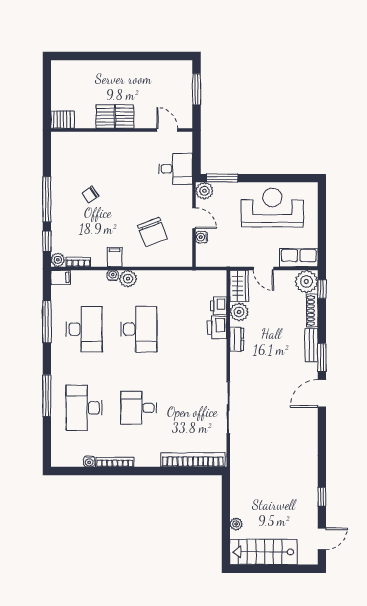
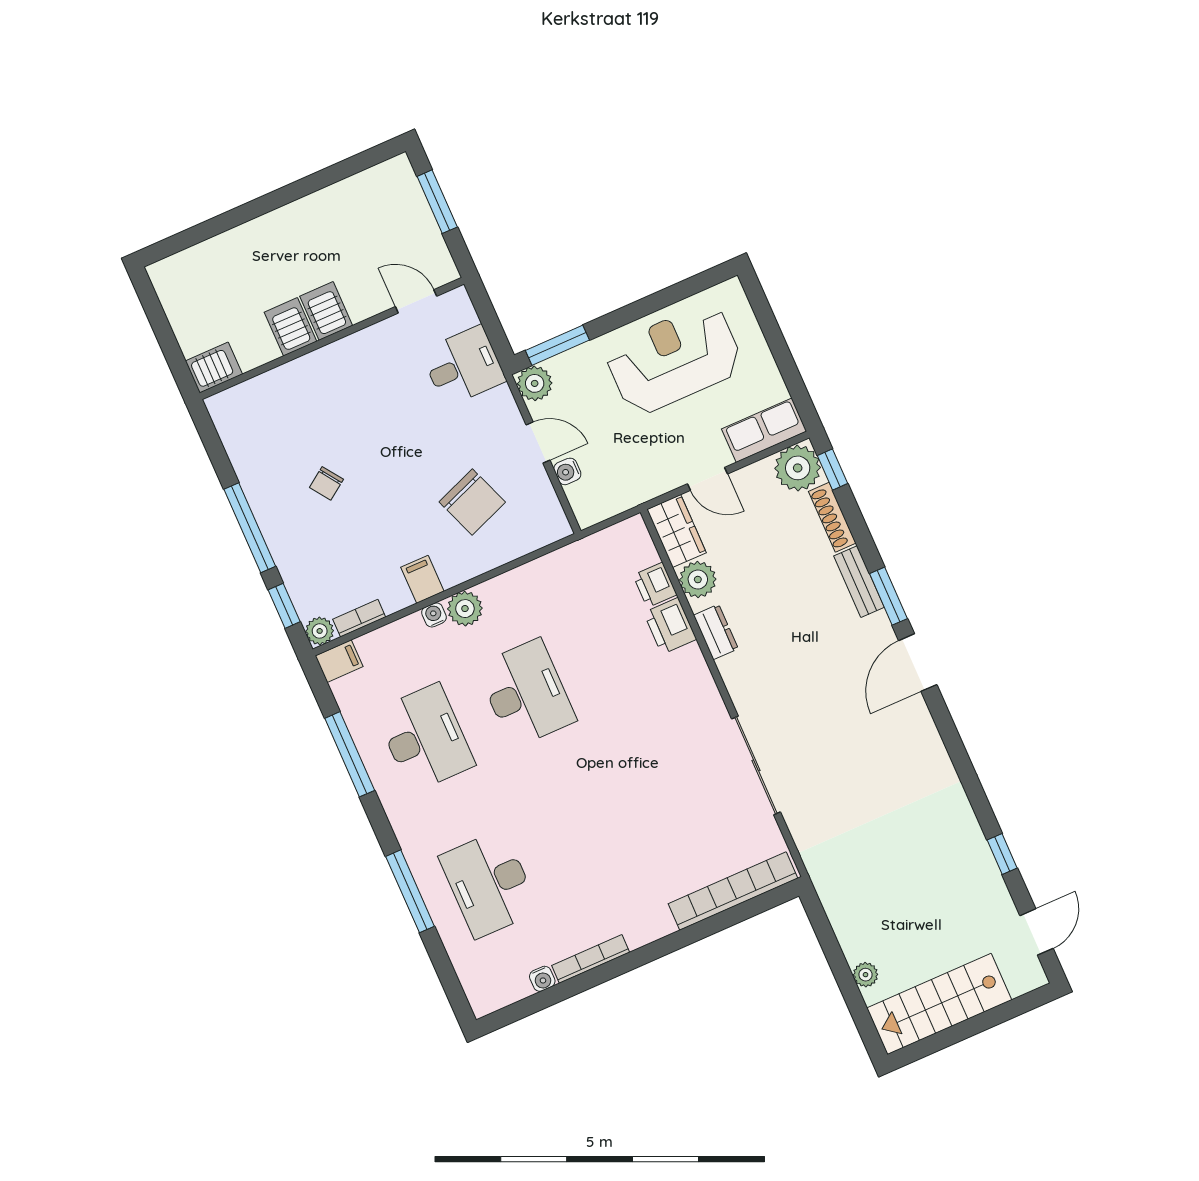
desk: (139, 408) -> (590, 839), removed

